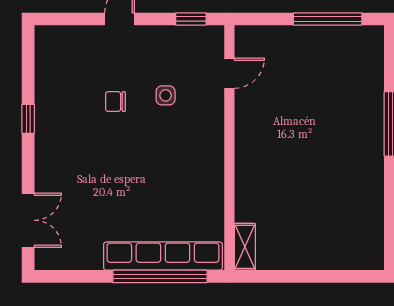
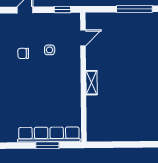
shelving: (245, 247) -> (92, 83), moved
window: (160, 276) -> (47, 145), width x0.47

